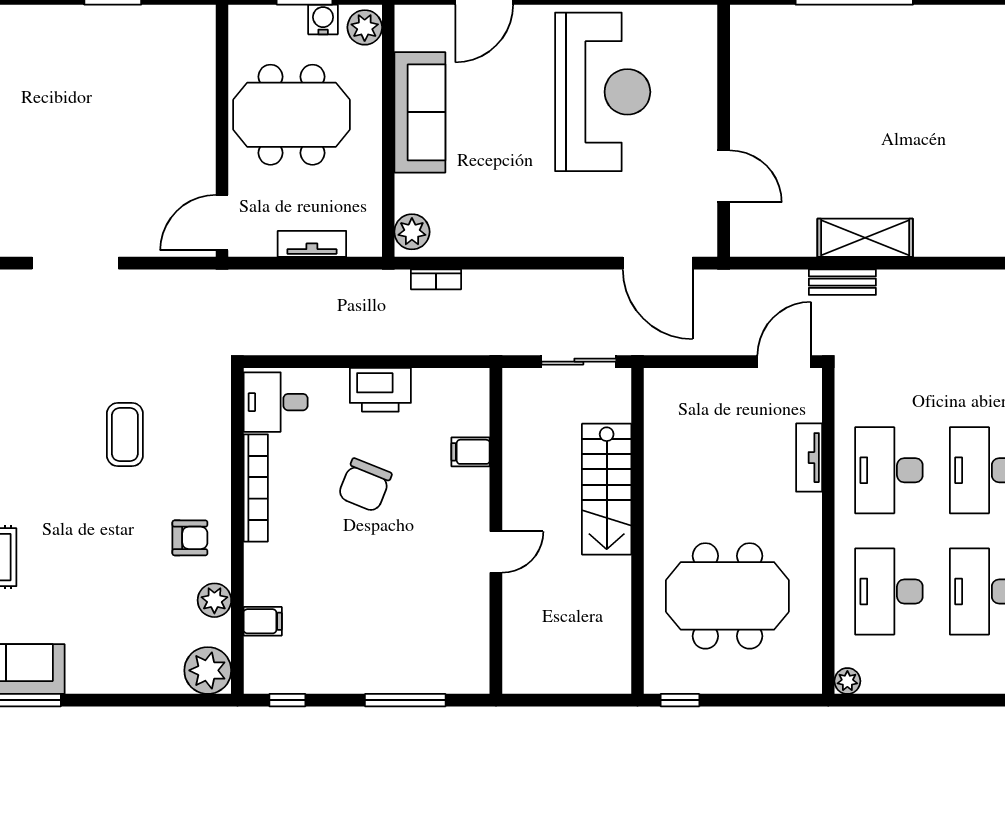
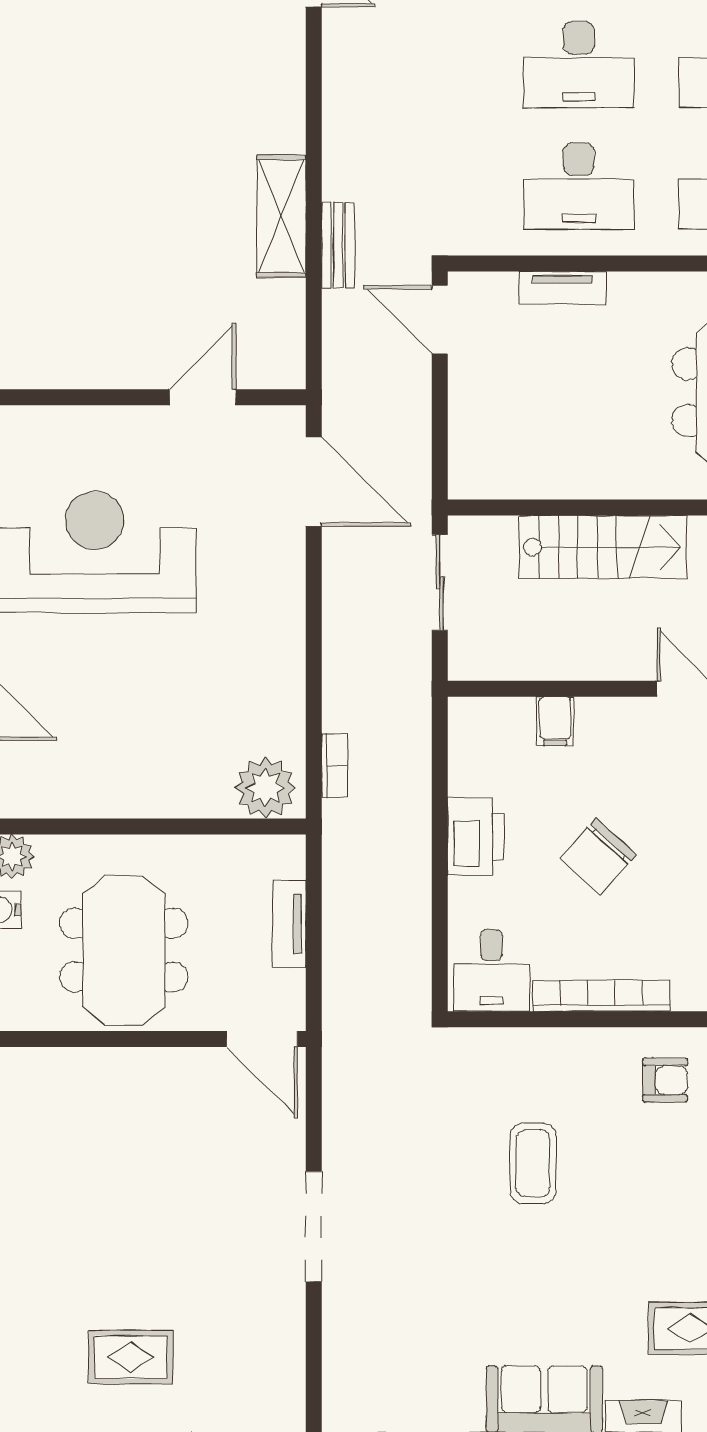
sofa: (420, 112) -> (121, 786), removed
plant: (412, 232) -> (265, 788), width x1.36, depth x1.36
door: (658, 263) -> (314, 482), hinge flipped
coffee table: (125, 435) -> (533, 1163), turned 90
chair: (365, 485) -> (598, 856), turned 110
armchair: (190, 538) -> (665, 1080), turned 90

